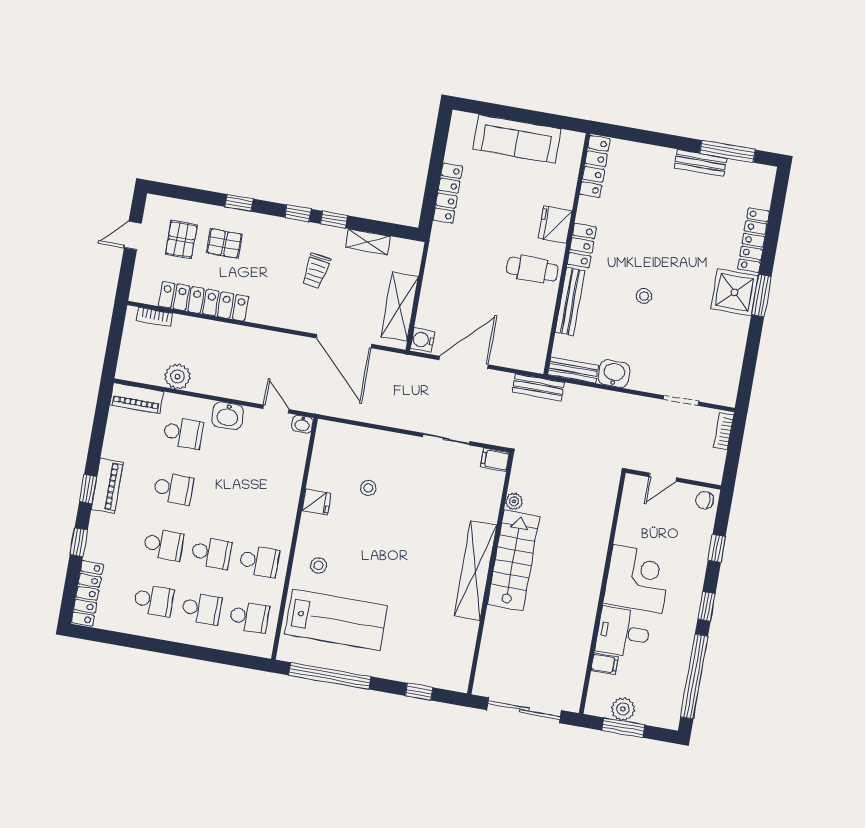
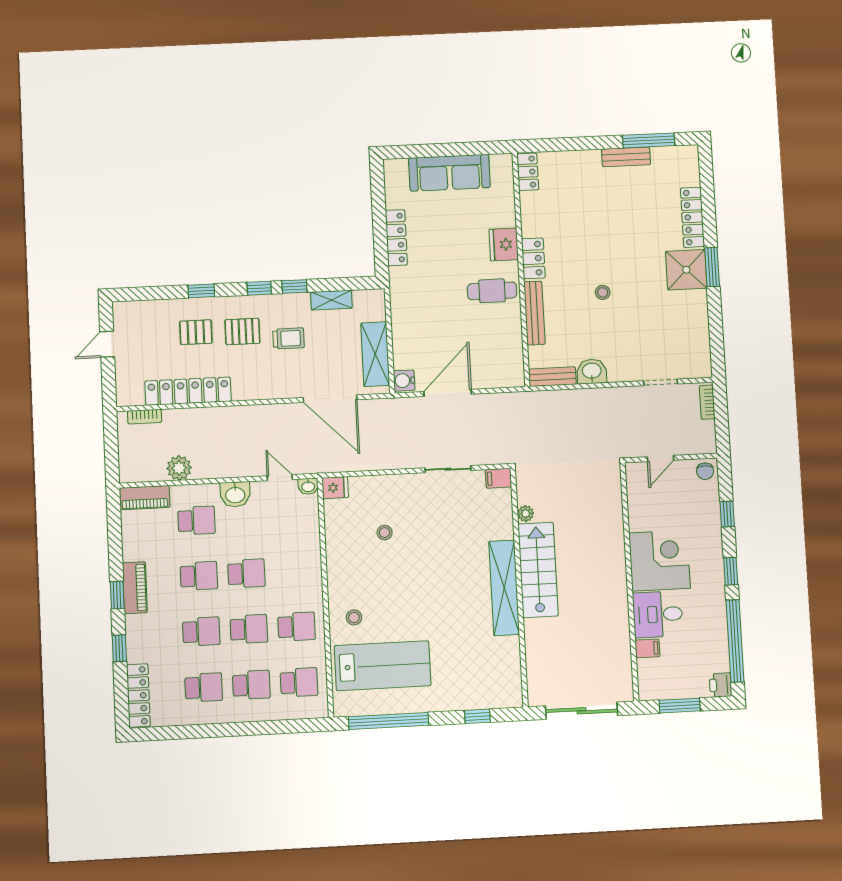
locker: (595, 166) -> (528, 172), width x0.66
pallet: (181, 239) -> (242, 332), moved, turned 90
trolley: (316, 271) -> (289, 338), turned -99
bench: (538, 387) -> (523, 400), removed
school desk: (221, 497) -> (246, 573), added
chair: (705, 500) -> (705, 471), turned -90
fridge: (317, 502) -> (335, 488), moved
plant: (623, 709) -> (675, 688), removed
printer: (669, 717) -> (721, 685), added

